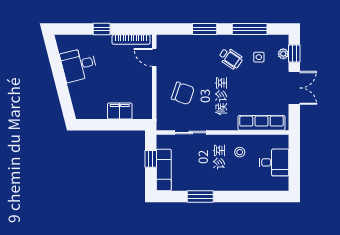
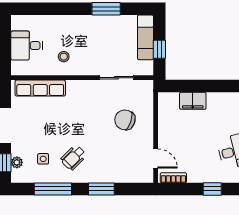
bookcase: (131, 40) -> (173, 178), width x0.64
wheelchair: (231, 58) -> (73, 158), turned -79

